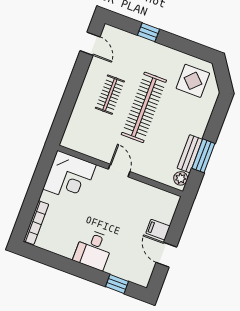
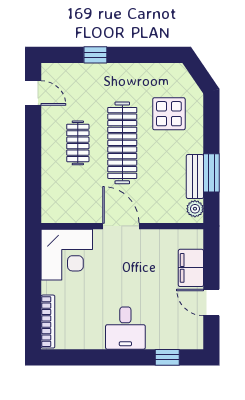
display table: (193, 81) -> (169, 114), moved
door: (119, 170) -> (121, 226), width x1.38
filing cabinet: (158, 230) -> (191, 268), width x2.00

